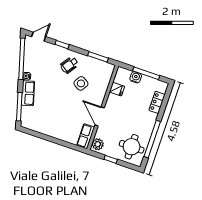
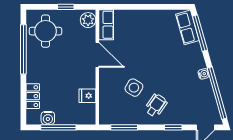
water cooler: (136, 77) -> (48, 118), moved
row of seats: (28, 93) -> (187, 27), moved

